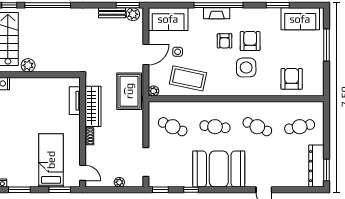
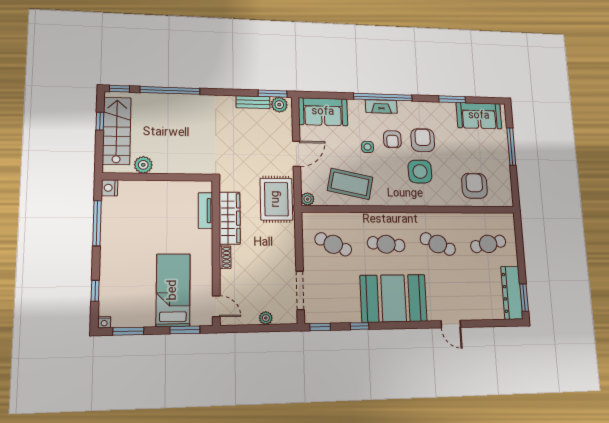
side table: (178, 52) -> (368, 147), moved

